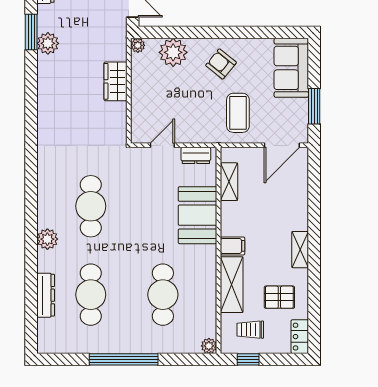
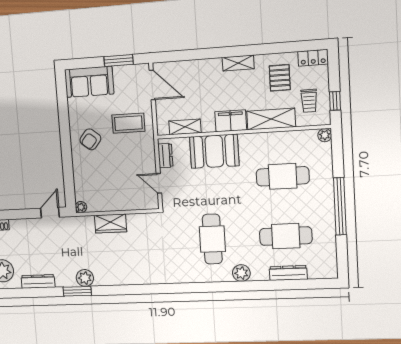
plant: (173, 52) -> (84, 179), removed
cafe table: (91, 206) -> (212, 239), turned 90
filing cabinet: (233, 246) -> (231, 121), width x2.00

